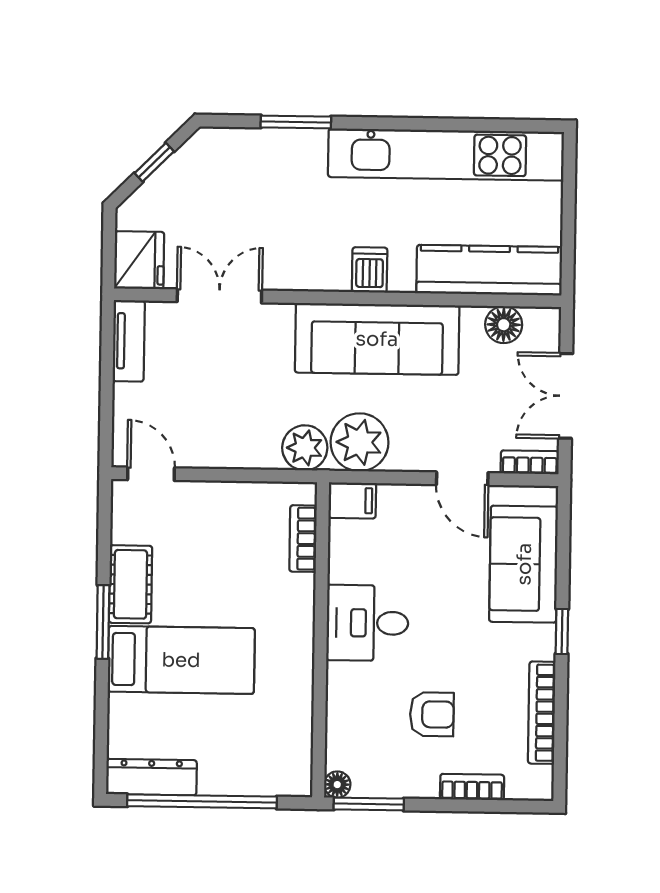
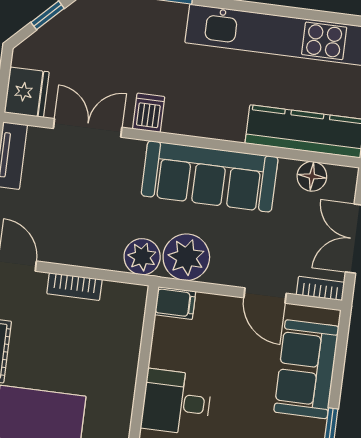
dishwasher: (370, 270) -> (149, 113), moved
bookcase: (303, 539) -> (74, 287), moved, turned -90

